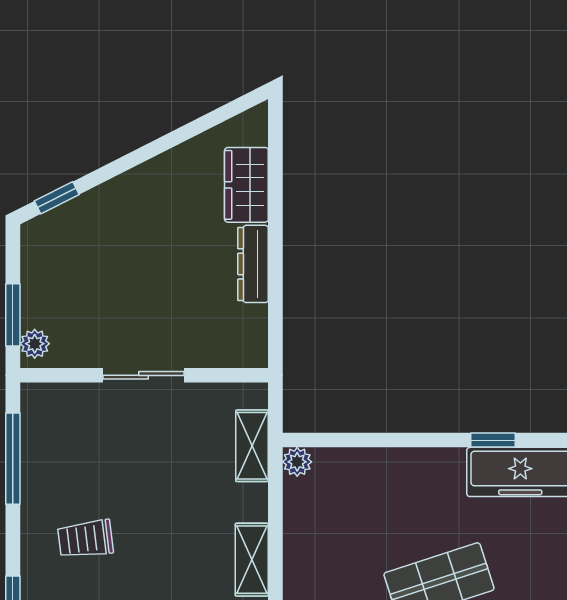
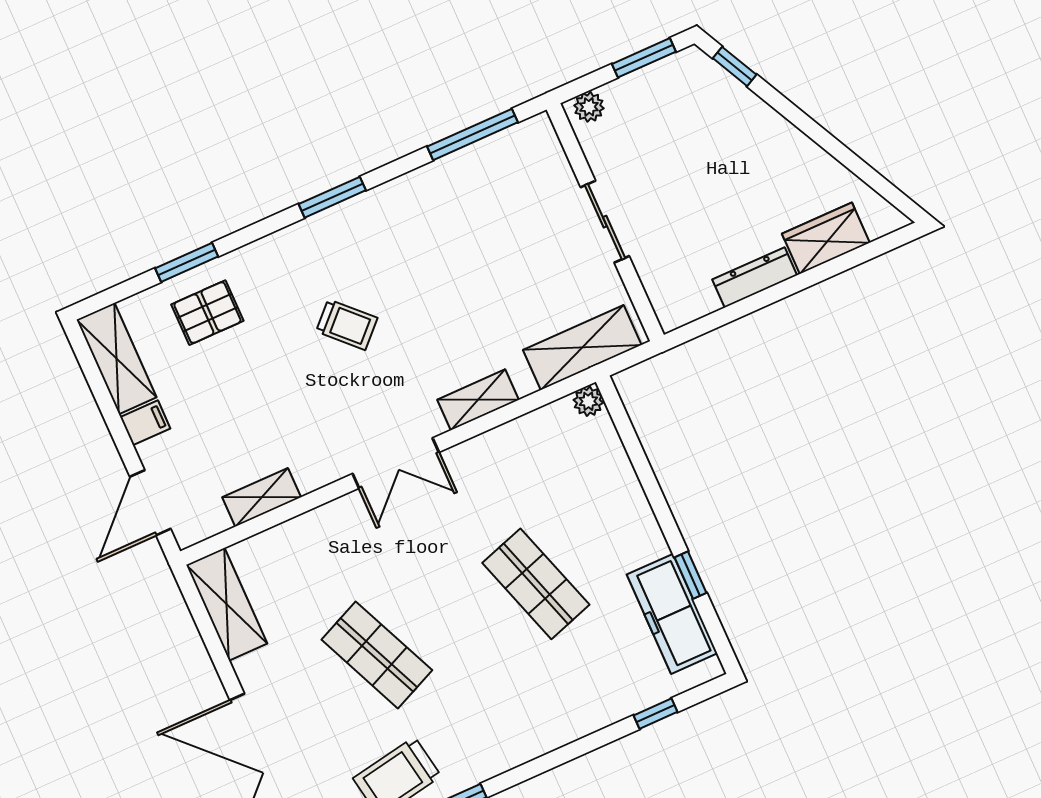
window: (13, 315) -> (644, 58), moved
shelving: (252, 446) -> (582, 347), width x1.50, depth x1.33
trolley: (85, 539) -> (428, 236), removed

